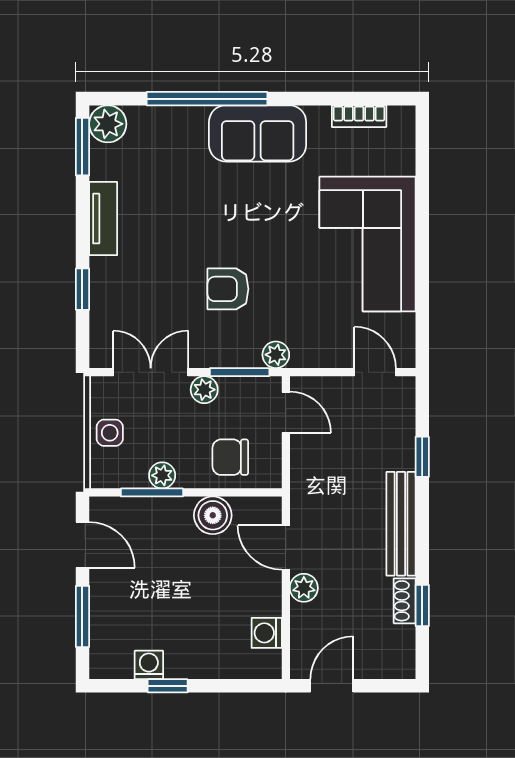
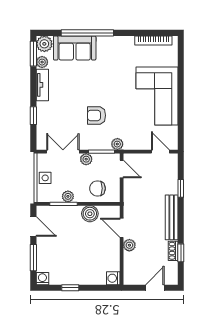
bookcase: (359, 116) -> (153, 41), width x1.56
sofa: (258, 133) -> (75, 48), moved
plant: (103, 166) -> (42, 62), added
washing machine: (267, 633) -> (113, 278), moved
washing machine: (149, 665) -> (42, 279), moved
door: (332, 686) -> (155, 288), moved

